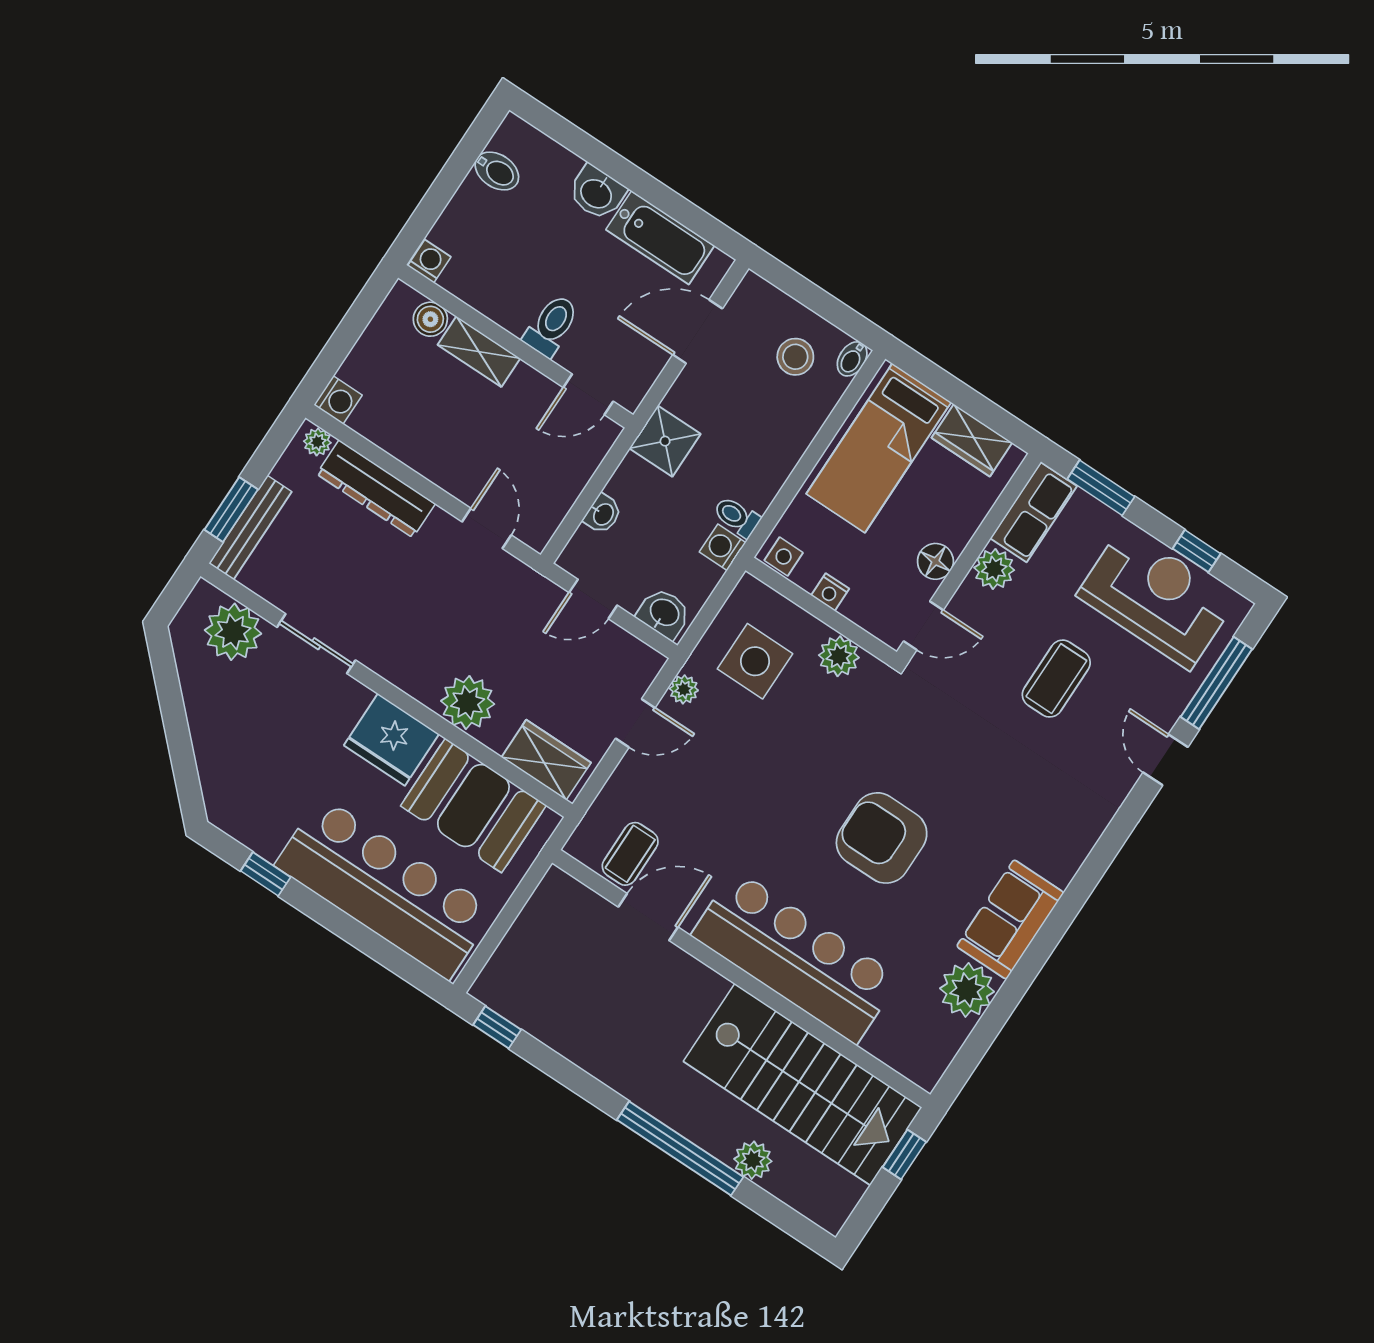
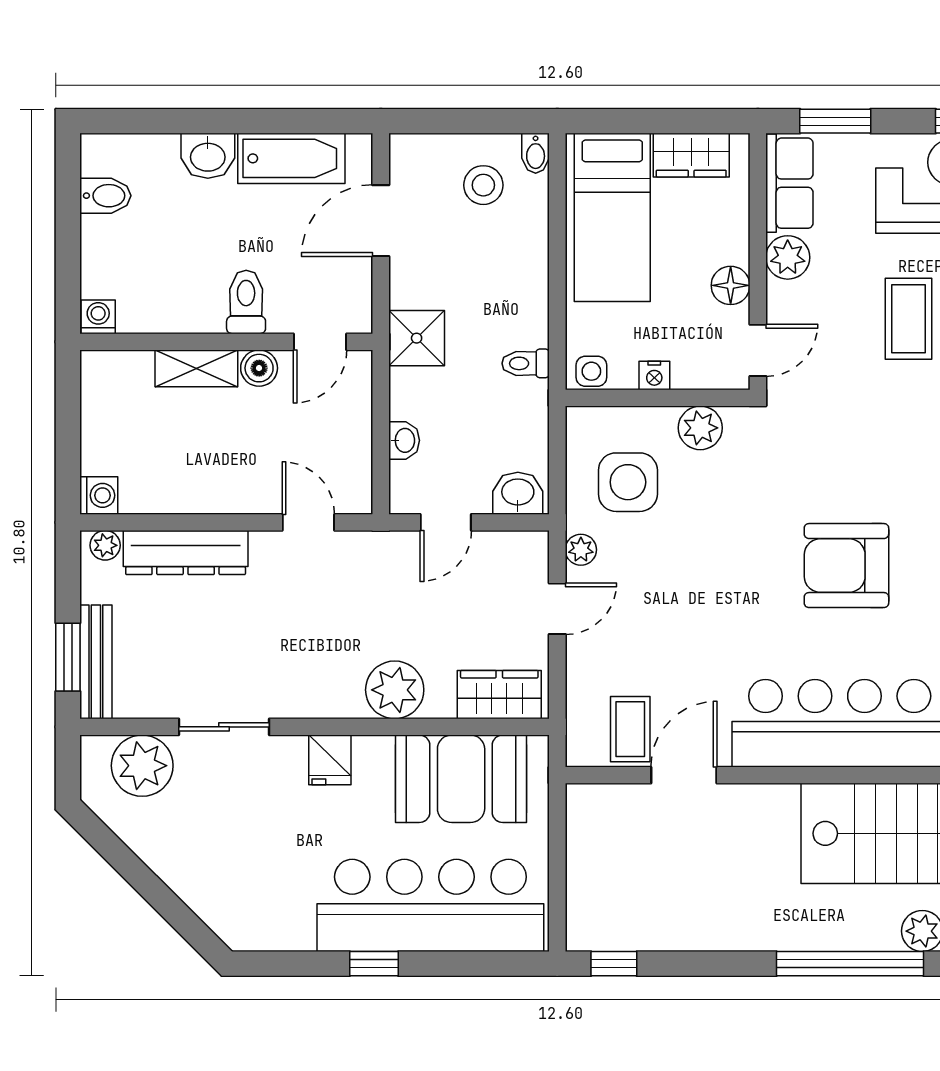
boiler: (430, 319) -> (259, 368), moved
washing machine: (722, 547) -> (531, 399), removed
fridge: (391, 740) -> (330, 760), width x0.53, depth x0.75
window: (266, 874) -> (374, 964), moved

